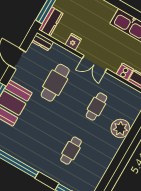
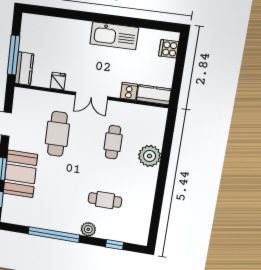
dresser: (43, 42) -> (25, 95), removed
cafe table: (71, 151) -> (105, 200), turned 90
plant: (47, 170) -> (88, 229), added

